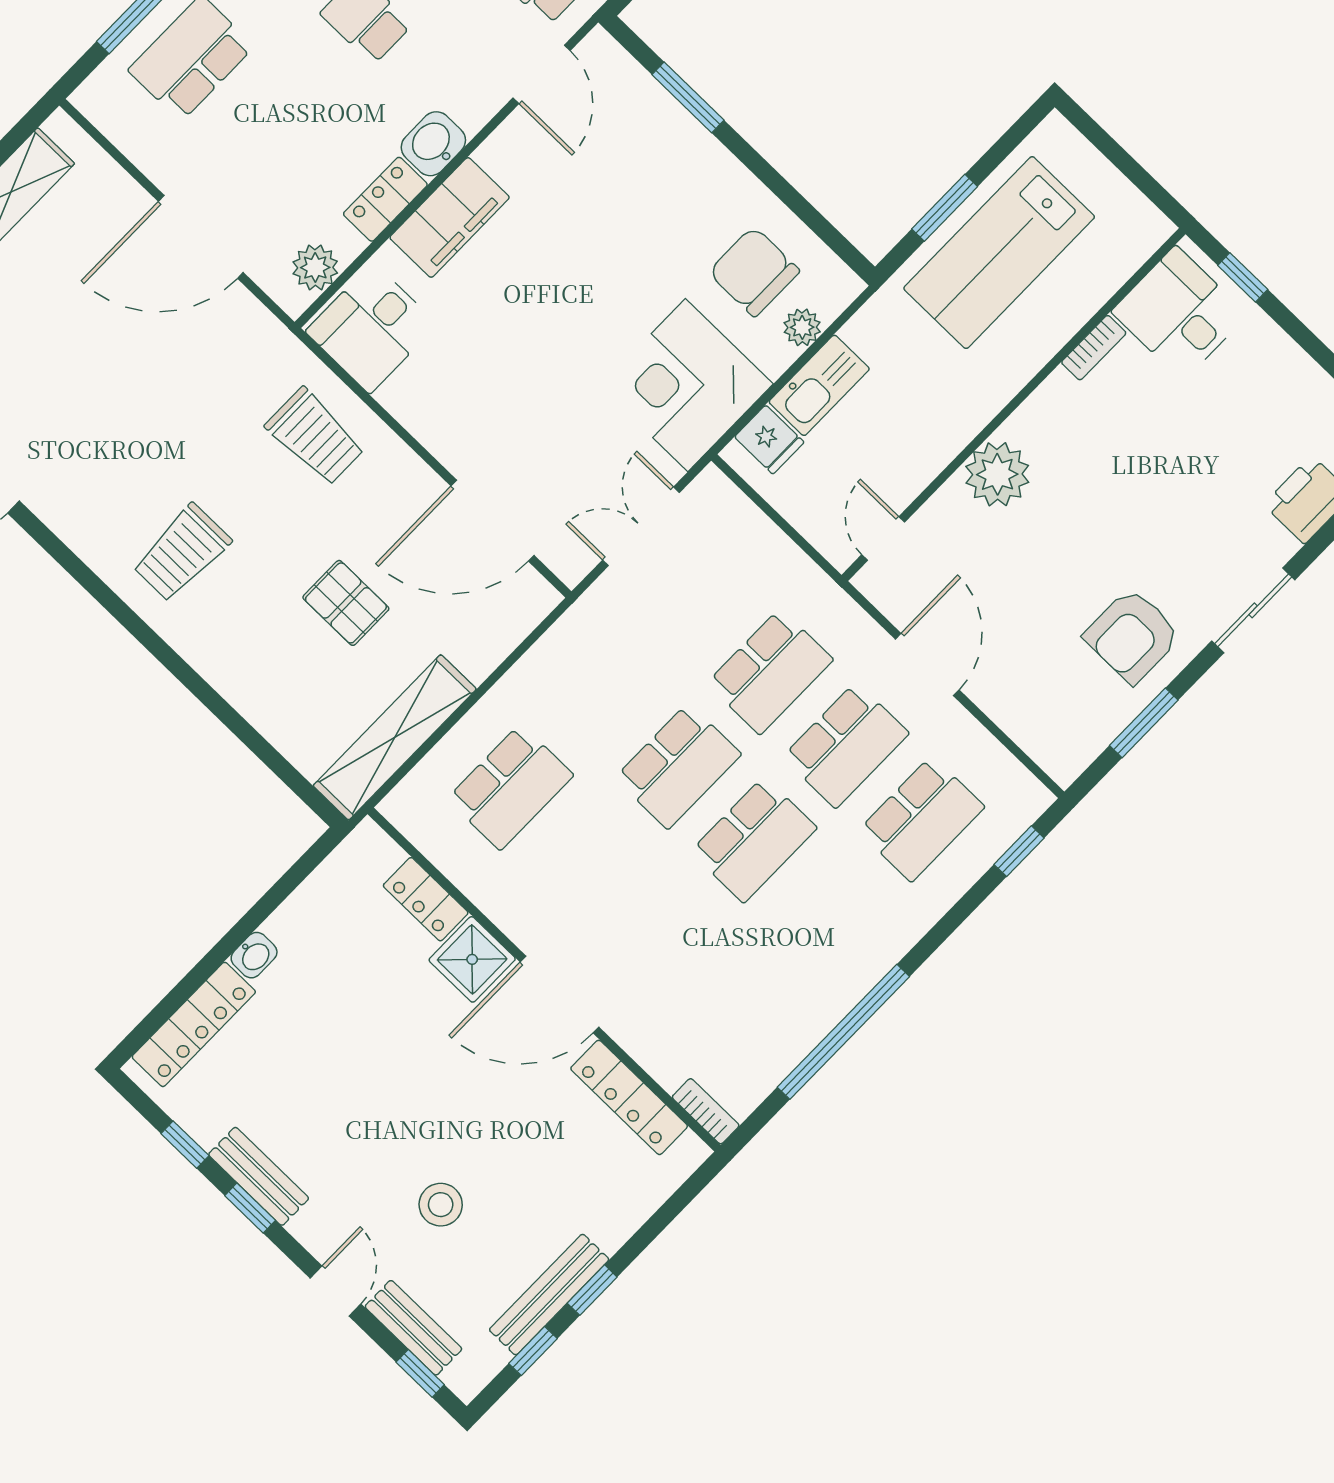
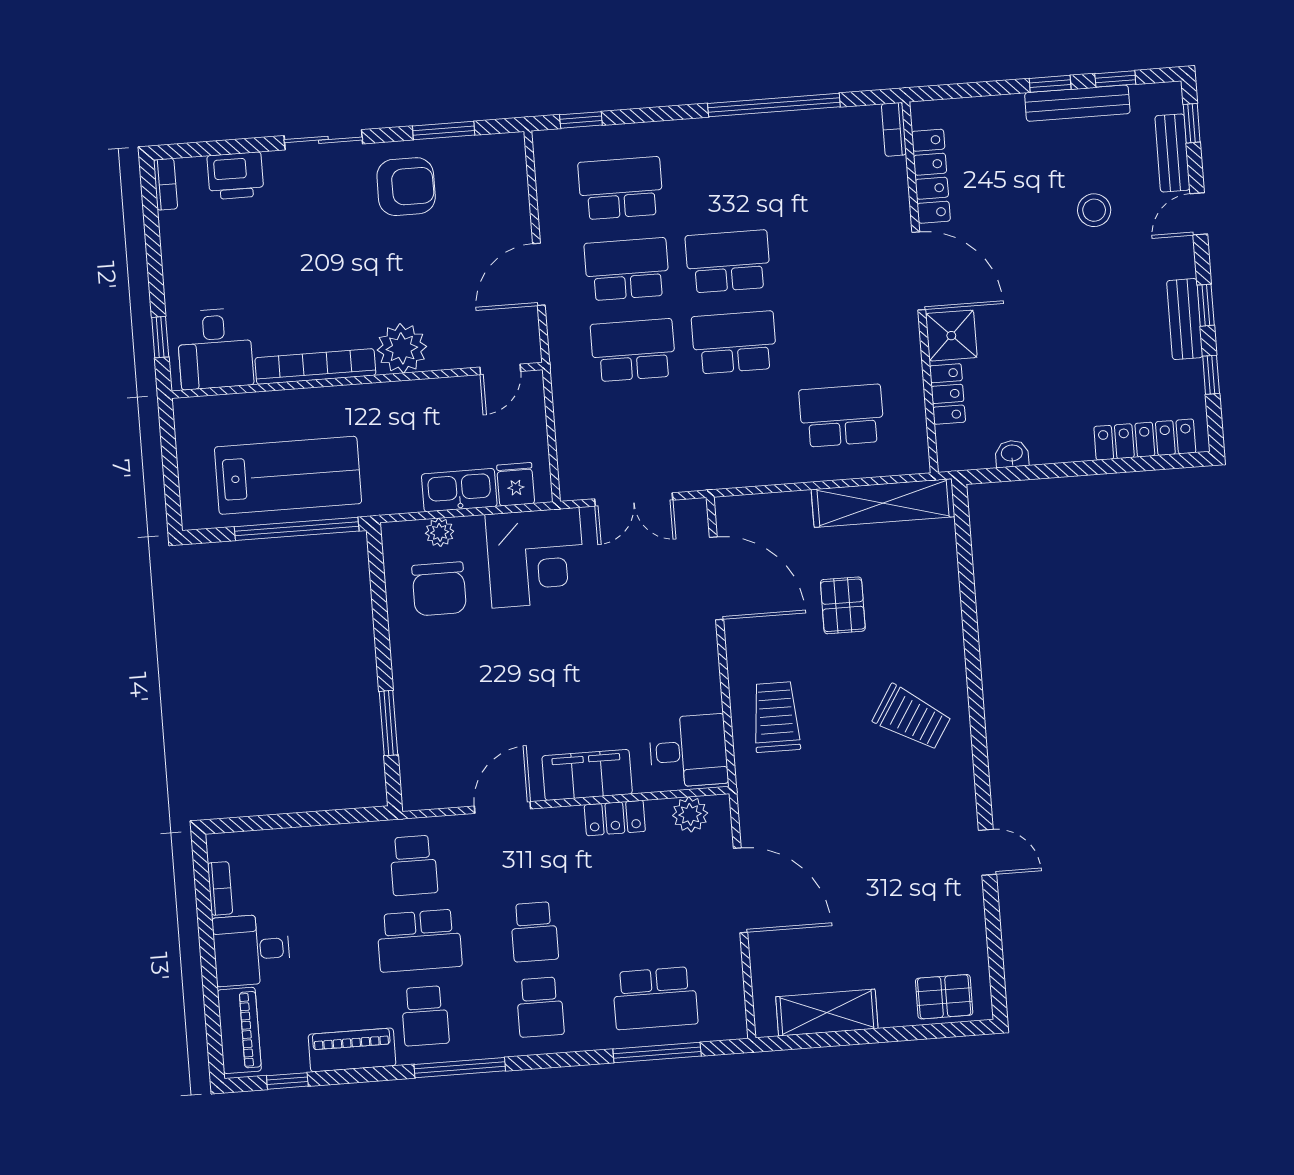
door: (542, 74) -> (502, 808), moved
washbasin: (433, 144) -> (559, 826), removed
window: (945, 208) -> (297, 529), width x2.11
bookcase: (1094, 348) -> (315, 367), width x2.31, depth x1.31
trolley: (182, 553) -> (912, 718), turned 32
washbasin: (254, 955) -> (1012, 454), moved

